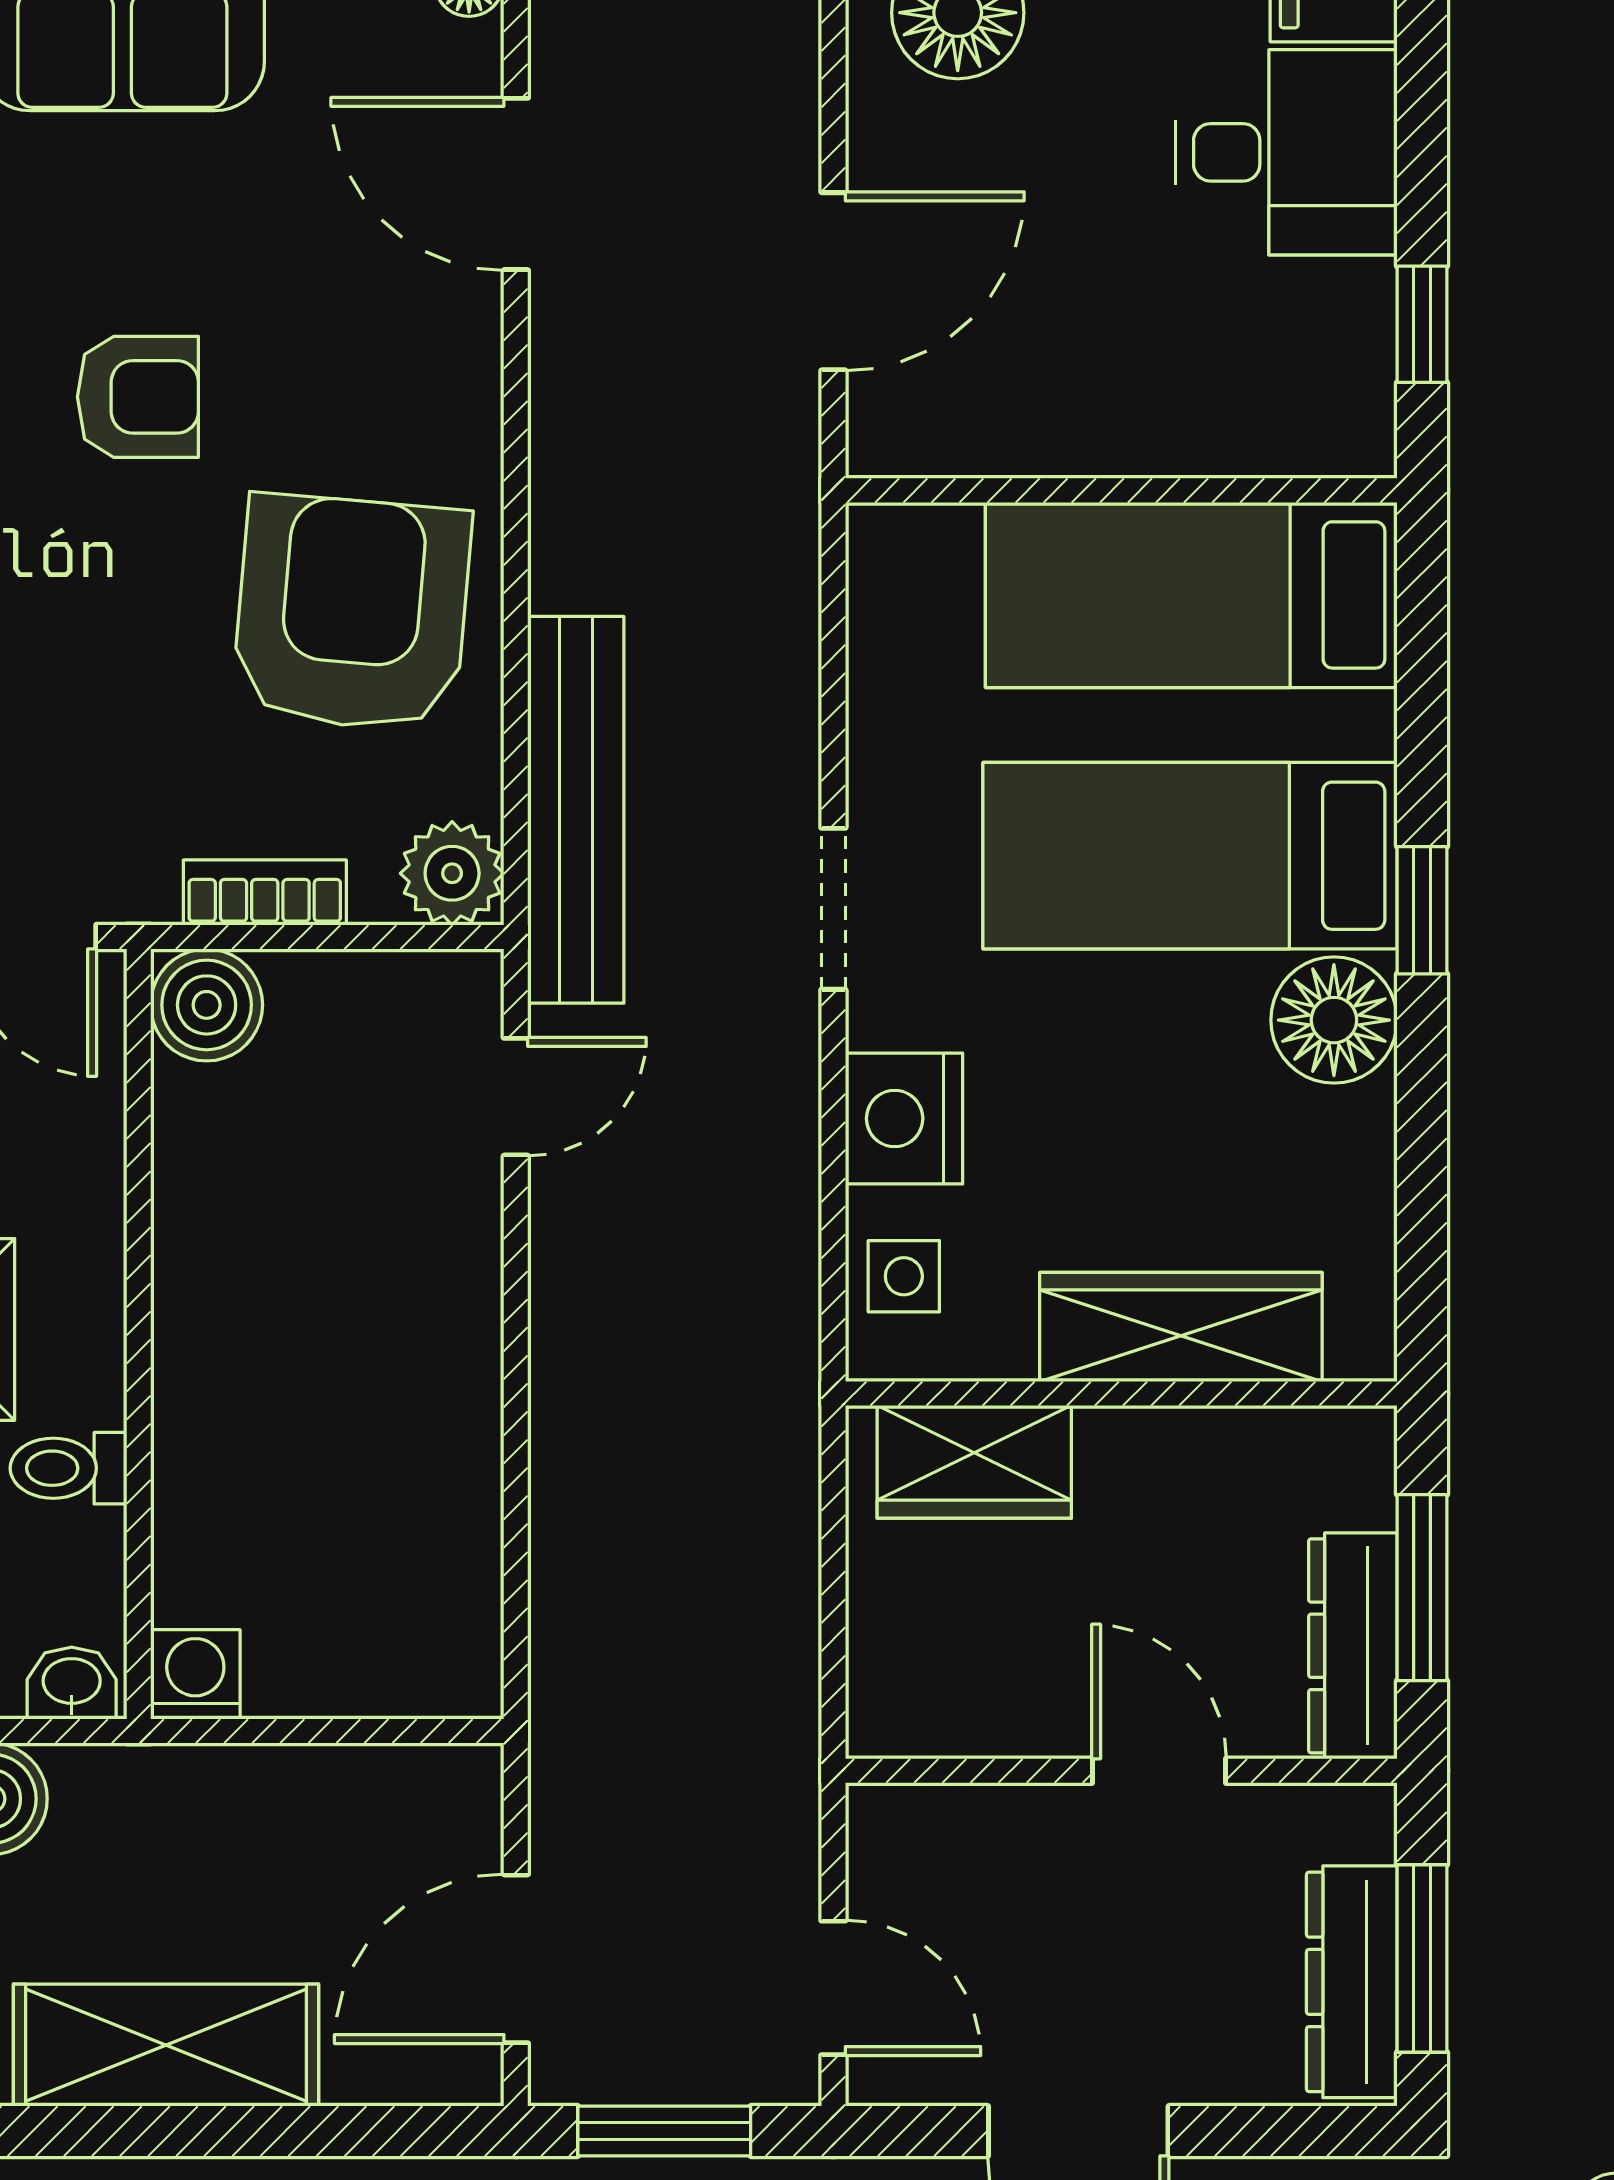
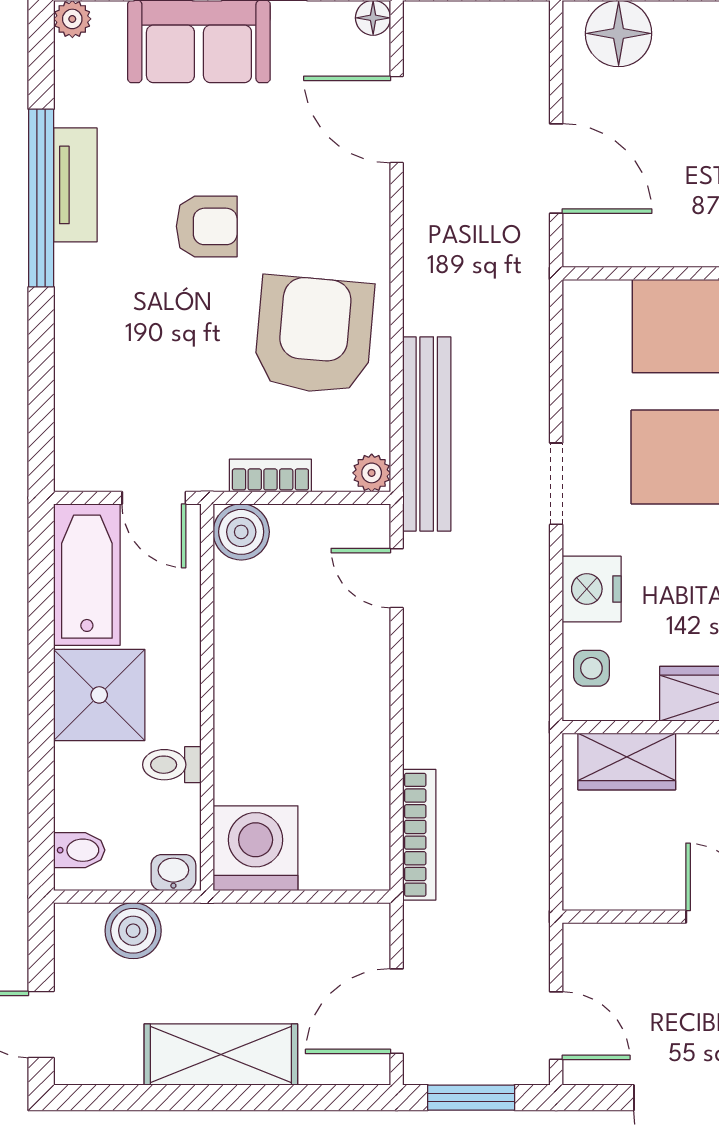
door: (833, 281) -> (556, 168), hinge flipped
plant: (452, 873) -> (372, 473), width x0.73, depth x0.73
door: (516, 1097) -> (397, 578), swing flipped
bookcase: (561, 1608) -> (419, 835), added
washing machine: (195, 1674) -> (256, 848), width x1.89, depth x1.89

